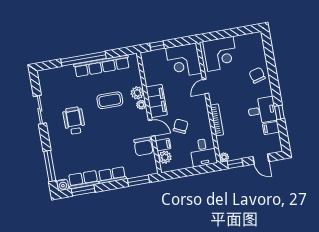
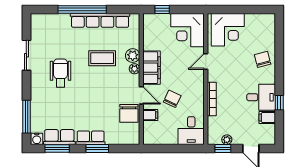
plant: (165, 157) -> (150, 129), removed
plant: (224, 157) -> (227, 140), moved
window: (138, 181) -> (97, 148), moved

